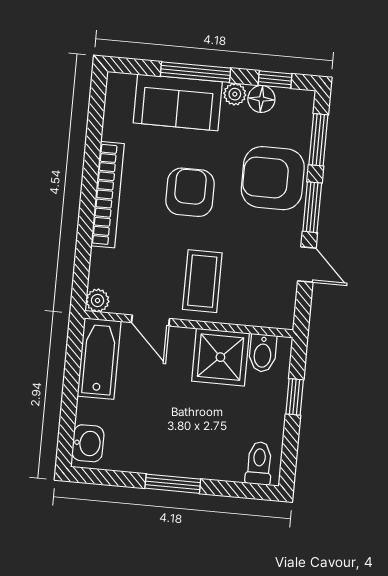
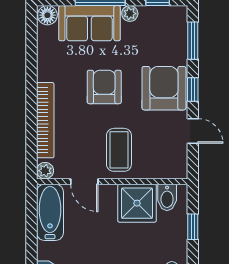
floor lamp: (261, 99) -> (47, 15), moved
armchair: (273, 178) -> (164, 88), moved, turned 90
bookcase: (108, 195) -> (45, 120), moved
window: (312, 207) -> (193, 89), width x0.67

